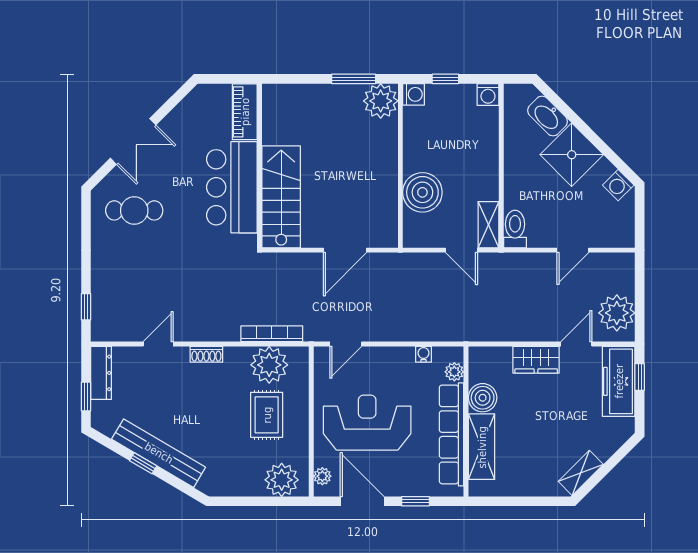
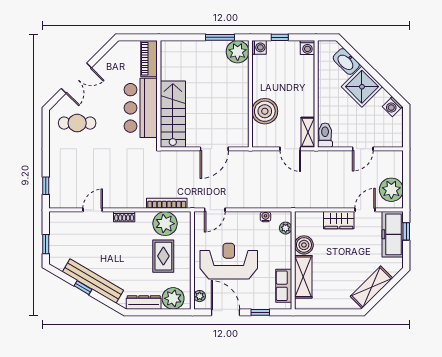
dresser: (101, 373) -> (144, 303), moved, turned -90
row of seats: (452, 434) -> (284, 286), width x0.50
shelving: (581, 473) -> (371, 287), width x1.50, depth x1.33

